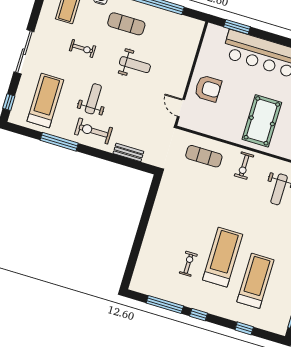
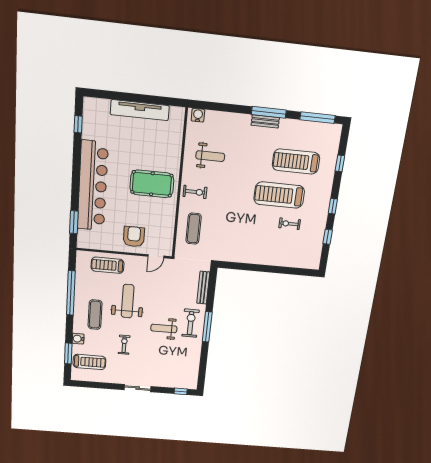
sliding door: (24, 52) -> (138, 388), width x0.73
weight bench: (135, 65) -> (128, 301), width x1.36, depth x1.33
treadmill: (45, 101) -> (108, 265), moved, width x0.73, depth x0.73
exercise bike: (93, 131) -> (191, 323), turned 180
window: (59, 142) -> (207, 327), moved
bench: (128, 152) -> (203, 288), width x1.36
window: (165, 305) -> (328, 237), width x0.46

